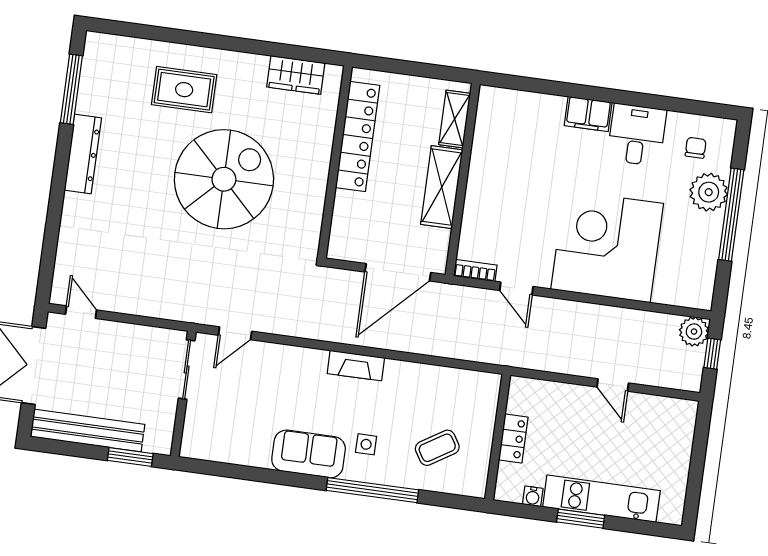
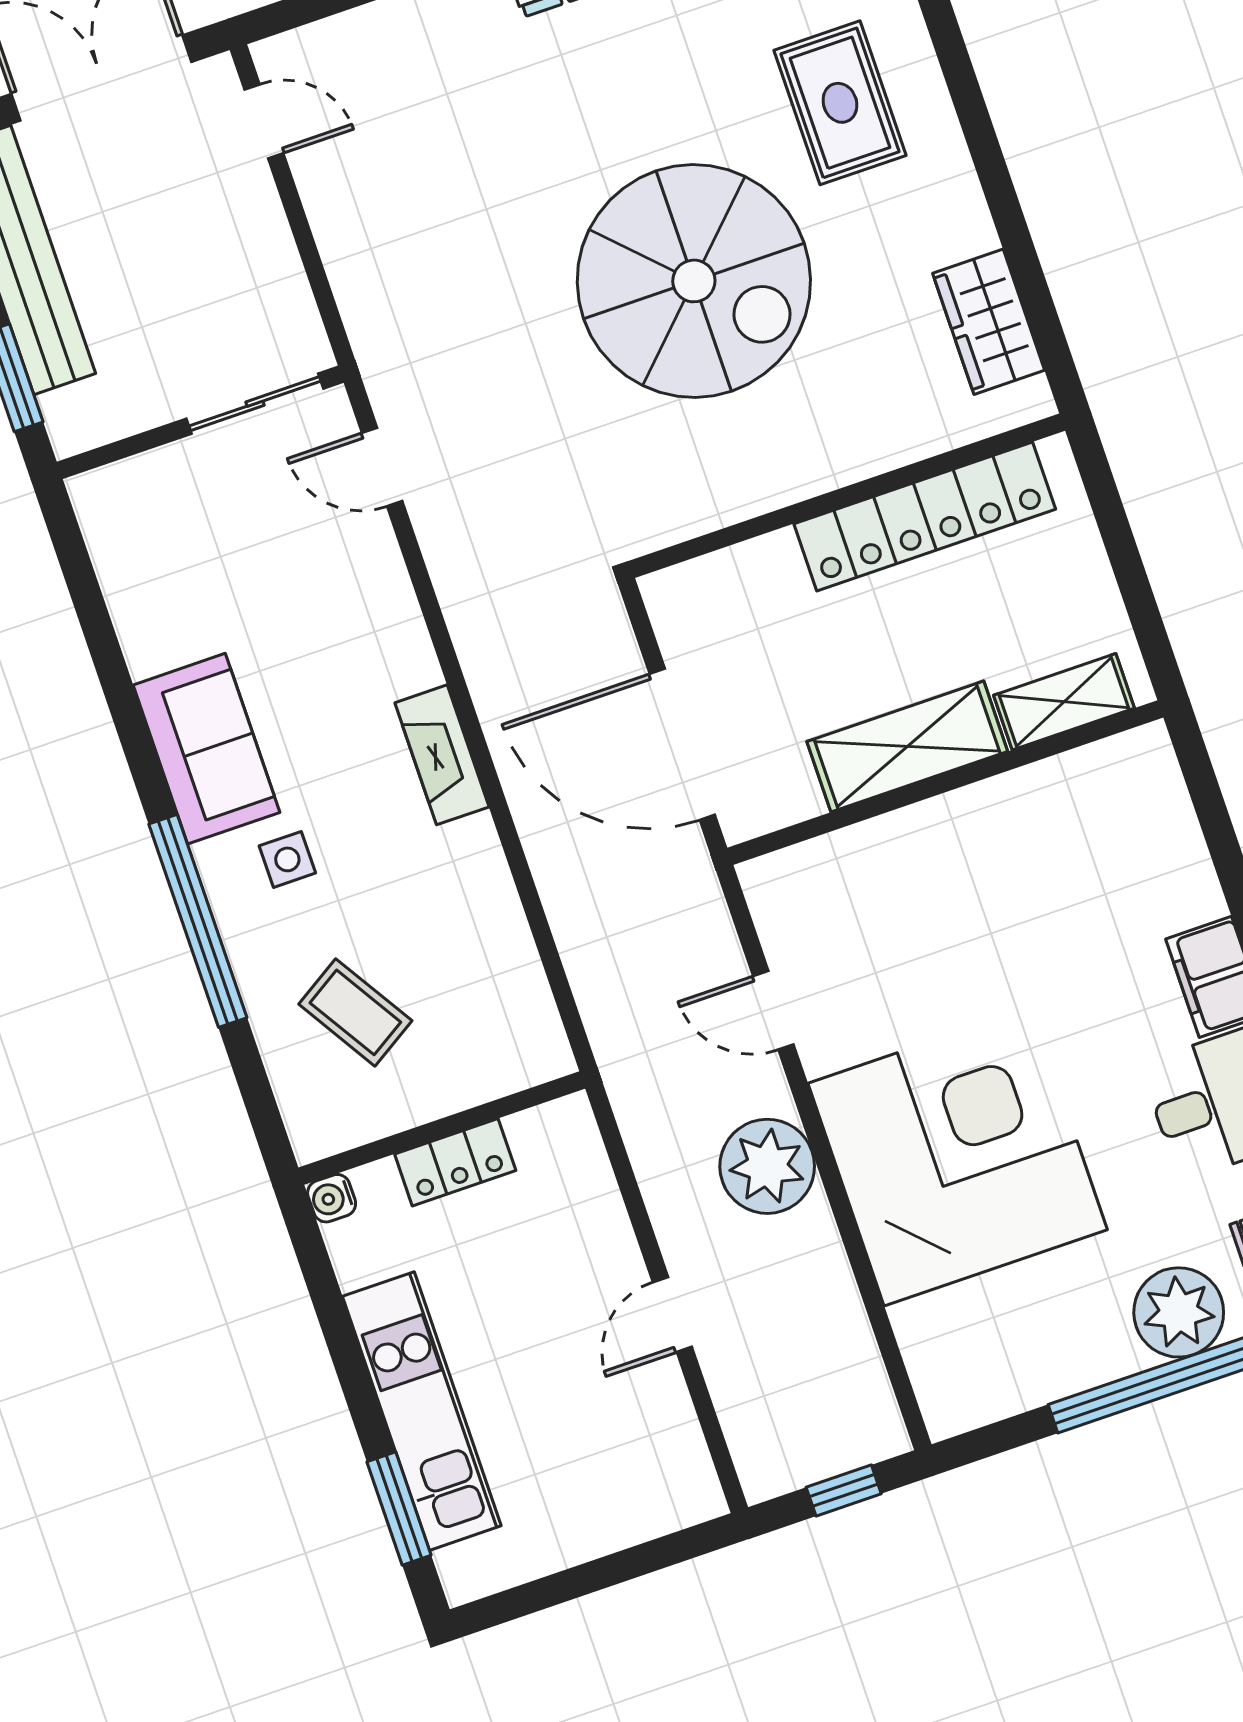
bookcase: (475, 270) -> (768, 905), removed
door: (516, 288) -> (773, 1010), hinge flipped
door: (81, 312) -> (264, 121), hinge flipped
plant: (694, 332) -> (767, 1166), moved, width x1.36, depth x1.36
water cooler: (533, 496) -> (332, 1198), moved
window: (581, 519) -> (399, 1509), moved

